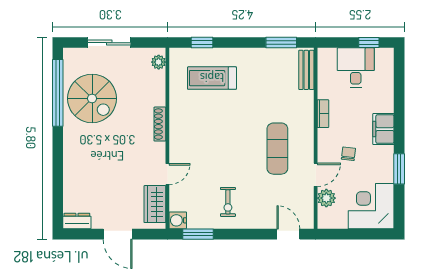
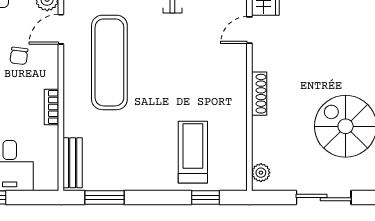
treadmill: (212, 78) -> (193, 152), turned -90
exercise mat: (277, 149) -> (109, 62), width x1.36, depth x1.45

